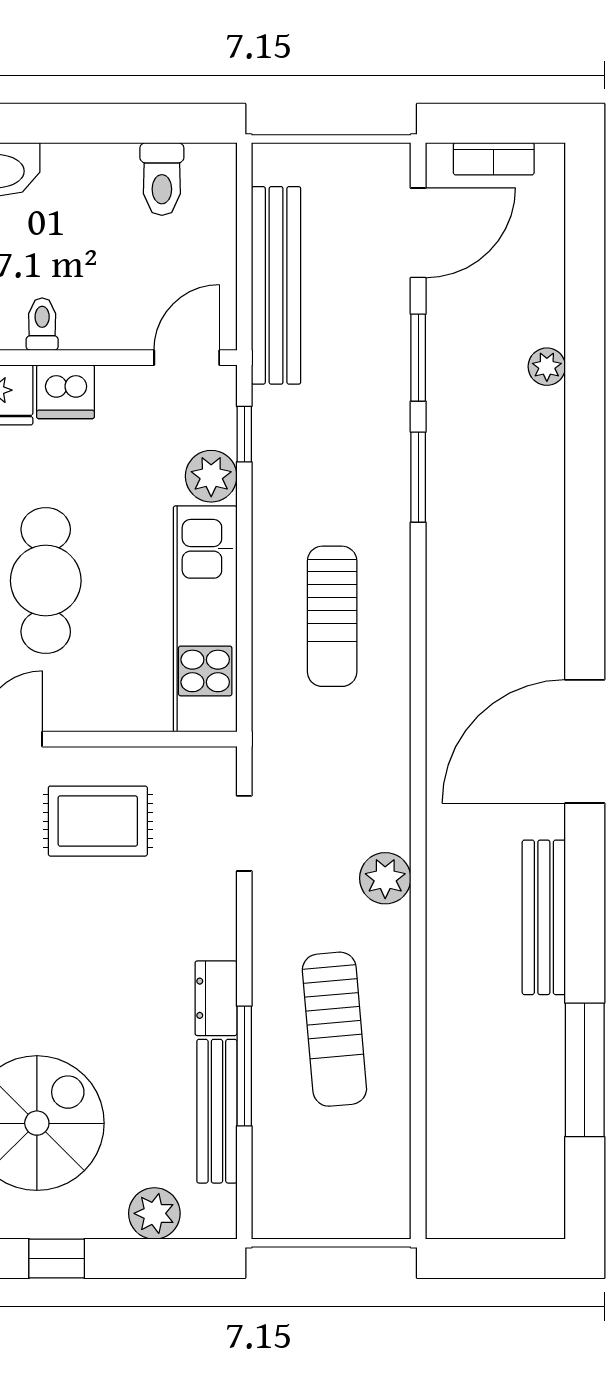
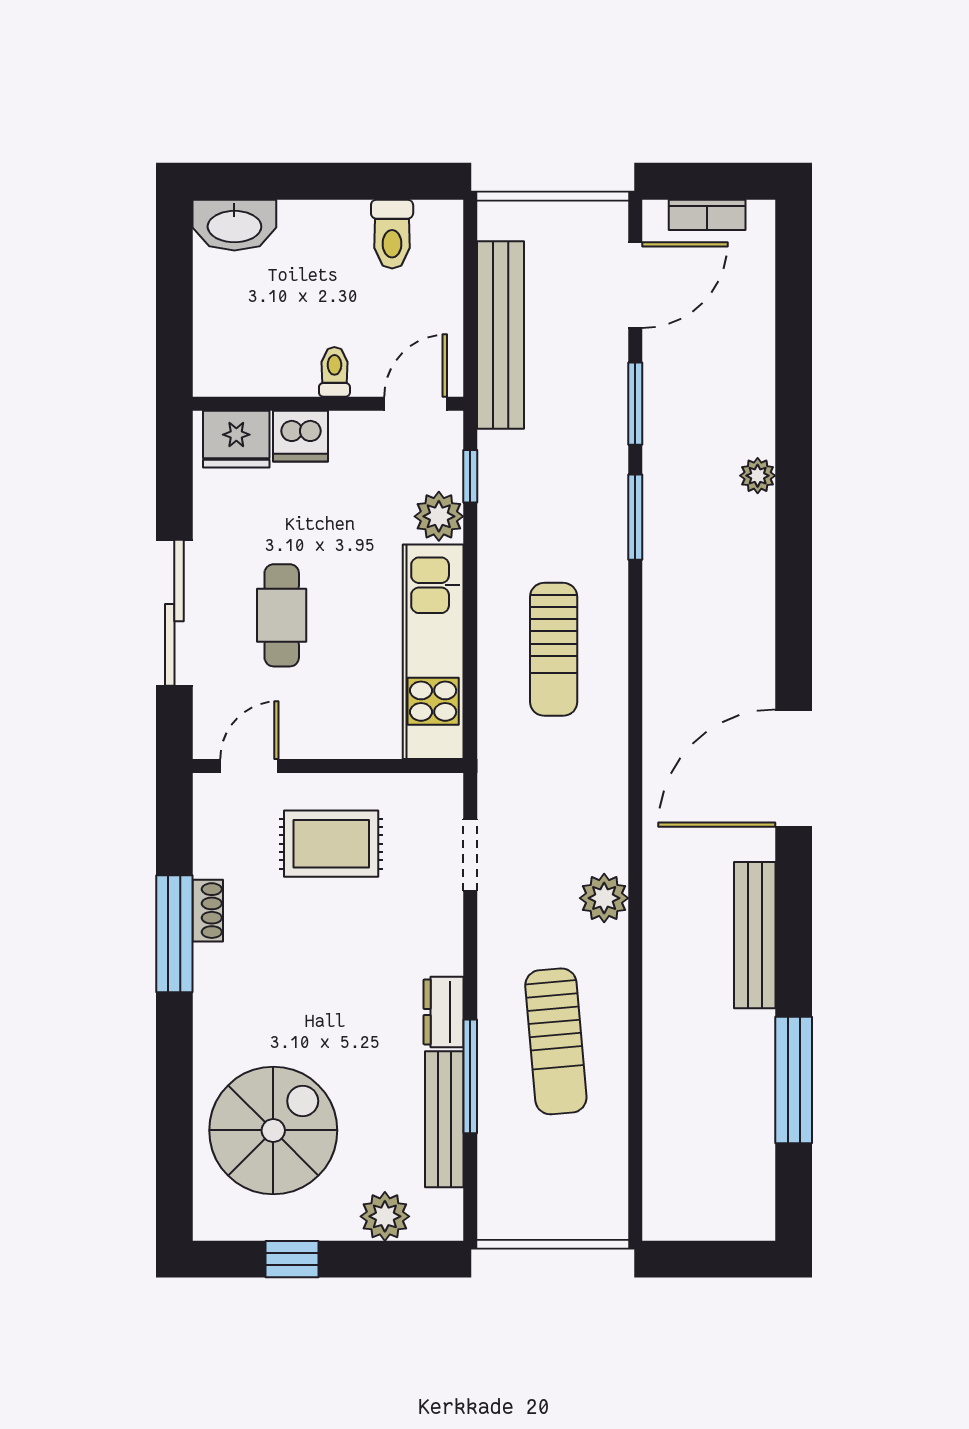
toilet: (42, 324) -> (334, 372), moved
plant: (547, 367) -> (758, 476), moved
cafe table: (46, 581) -> (282, 615), width x0.73, depth x0.74

